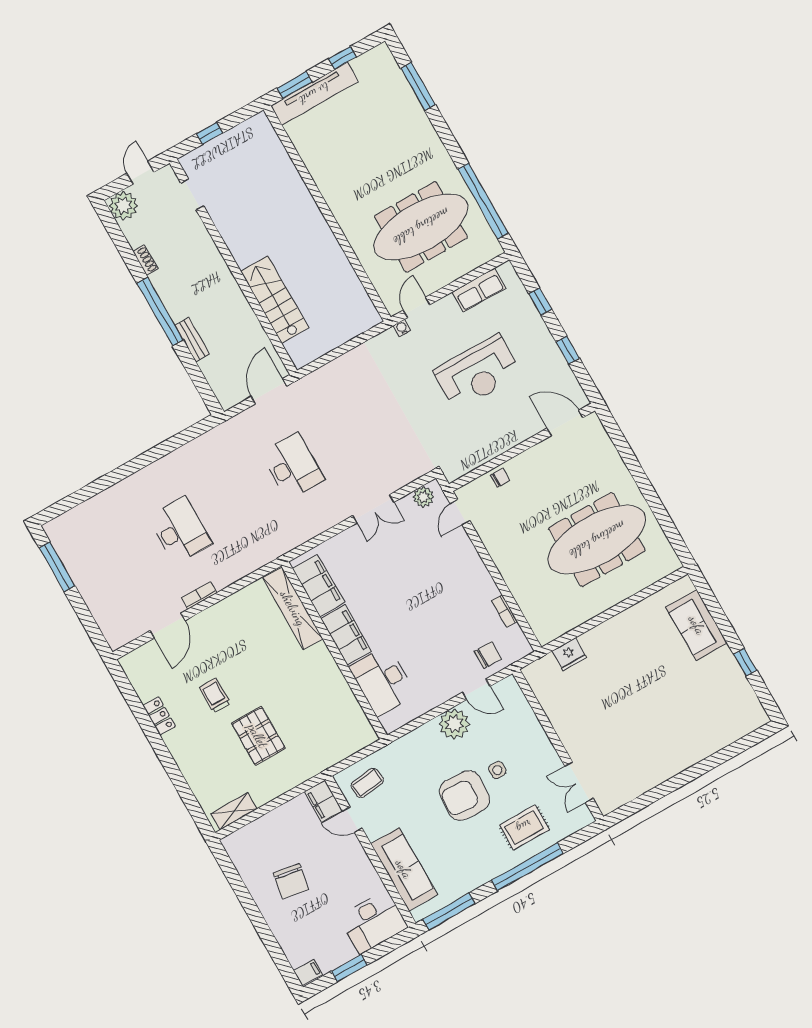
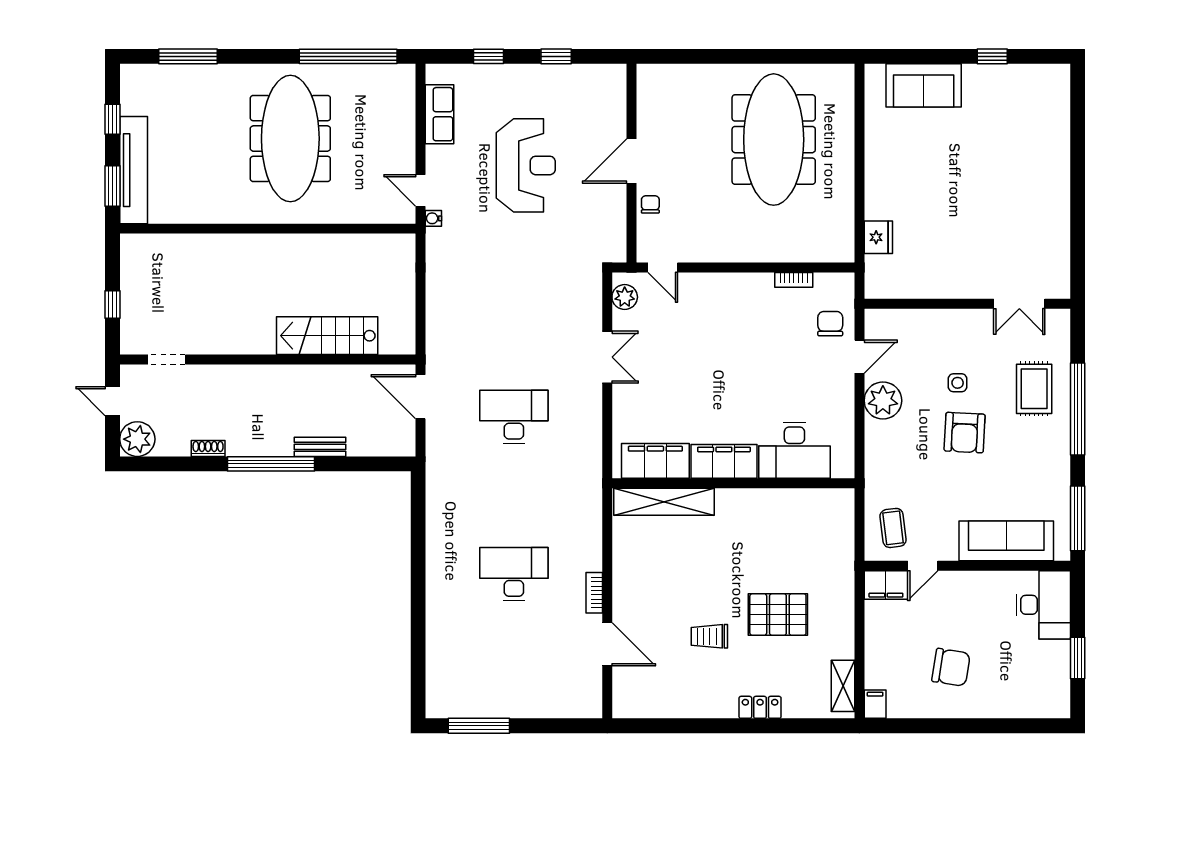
meeting table: (421, 227) -> (290, 139), moved
door: (565, 423) -> (631, 161), moved
locker: (159, 716) -> (760, 707), moved
armchair: (465, 795) -> (965, 433), width x0.73, depth x0.73
filing cabinet: (308, 973) -> (875, 704), moved

